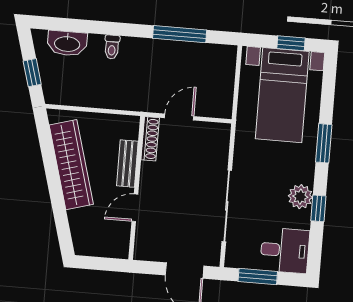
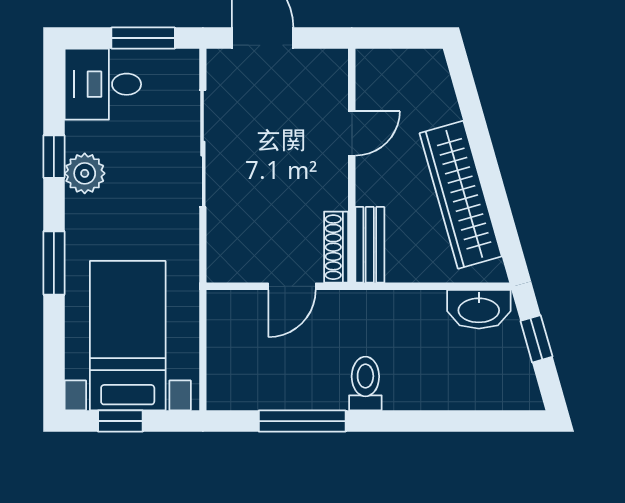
washbasin: (67, 43) -> (479, 309), moved, turned 180
toilet: (112, 47) -> (365, 384), moved, width x1.37, depth x1.39
bench: (127, 164) -> (370, 245), moved

